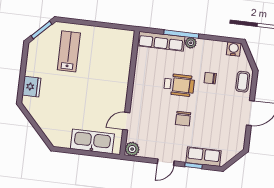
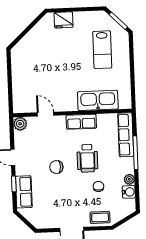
plant: (191, 43) -> (129, 179), moved
water cooler: (234, 49) -> (129, 192), moved
lab bench: (69, 51) -> (102, 50), turned 90
row of seats: (140, 85) -> (81, 122), added
kitchen sink: (92, 141) -> (98, 100), moved, turned -90

